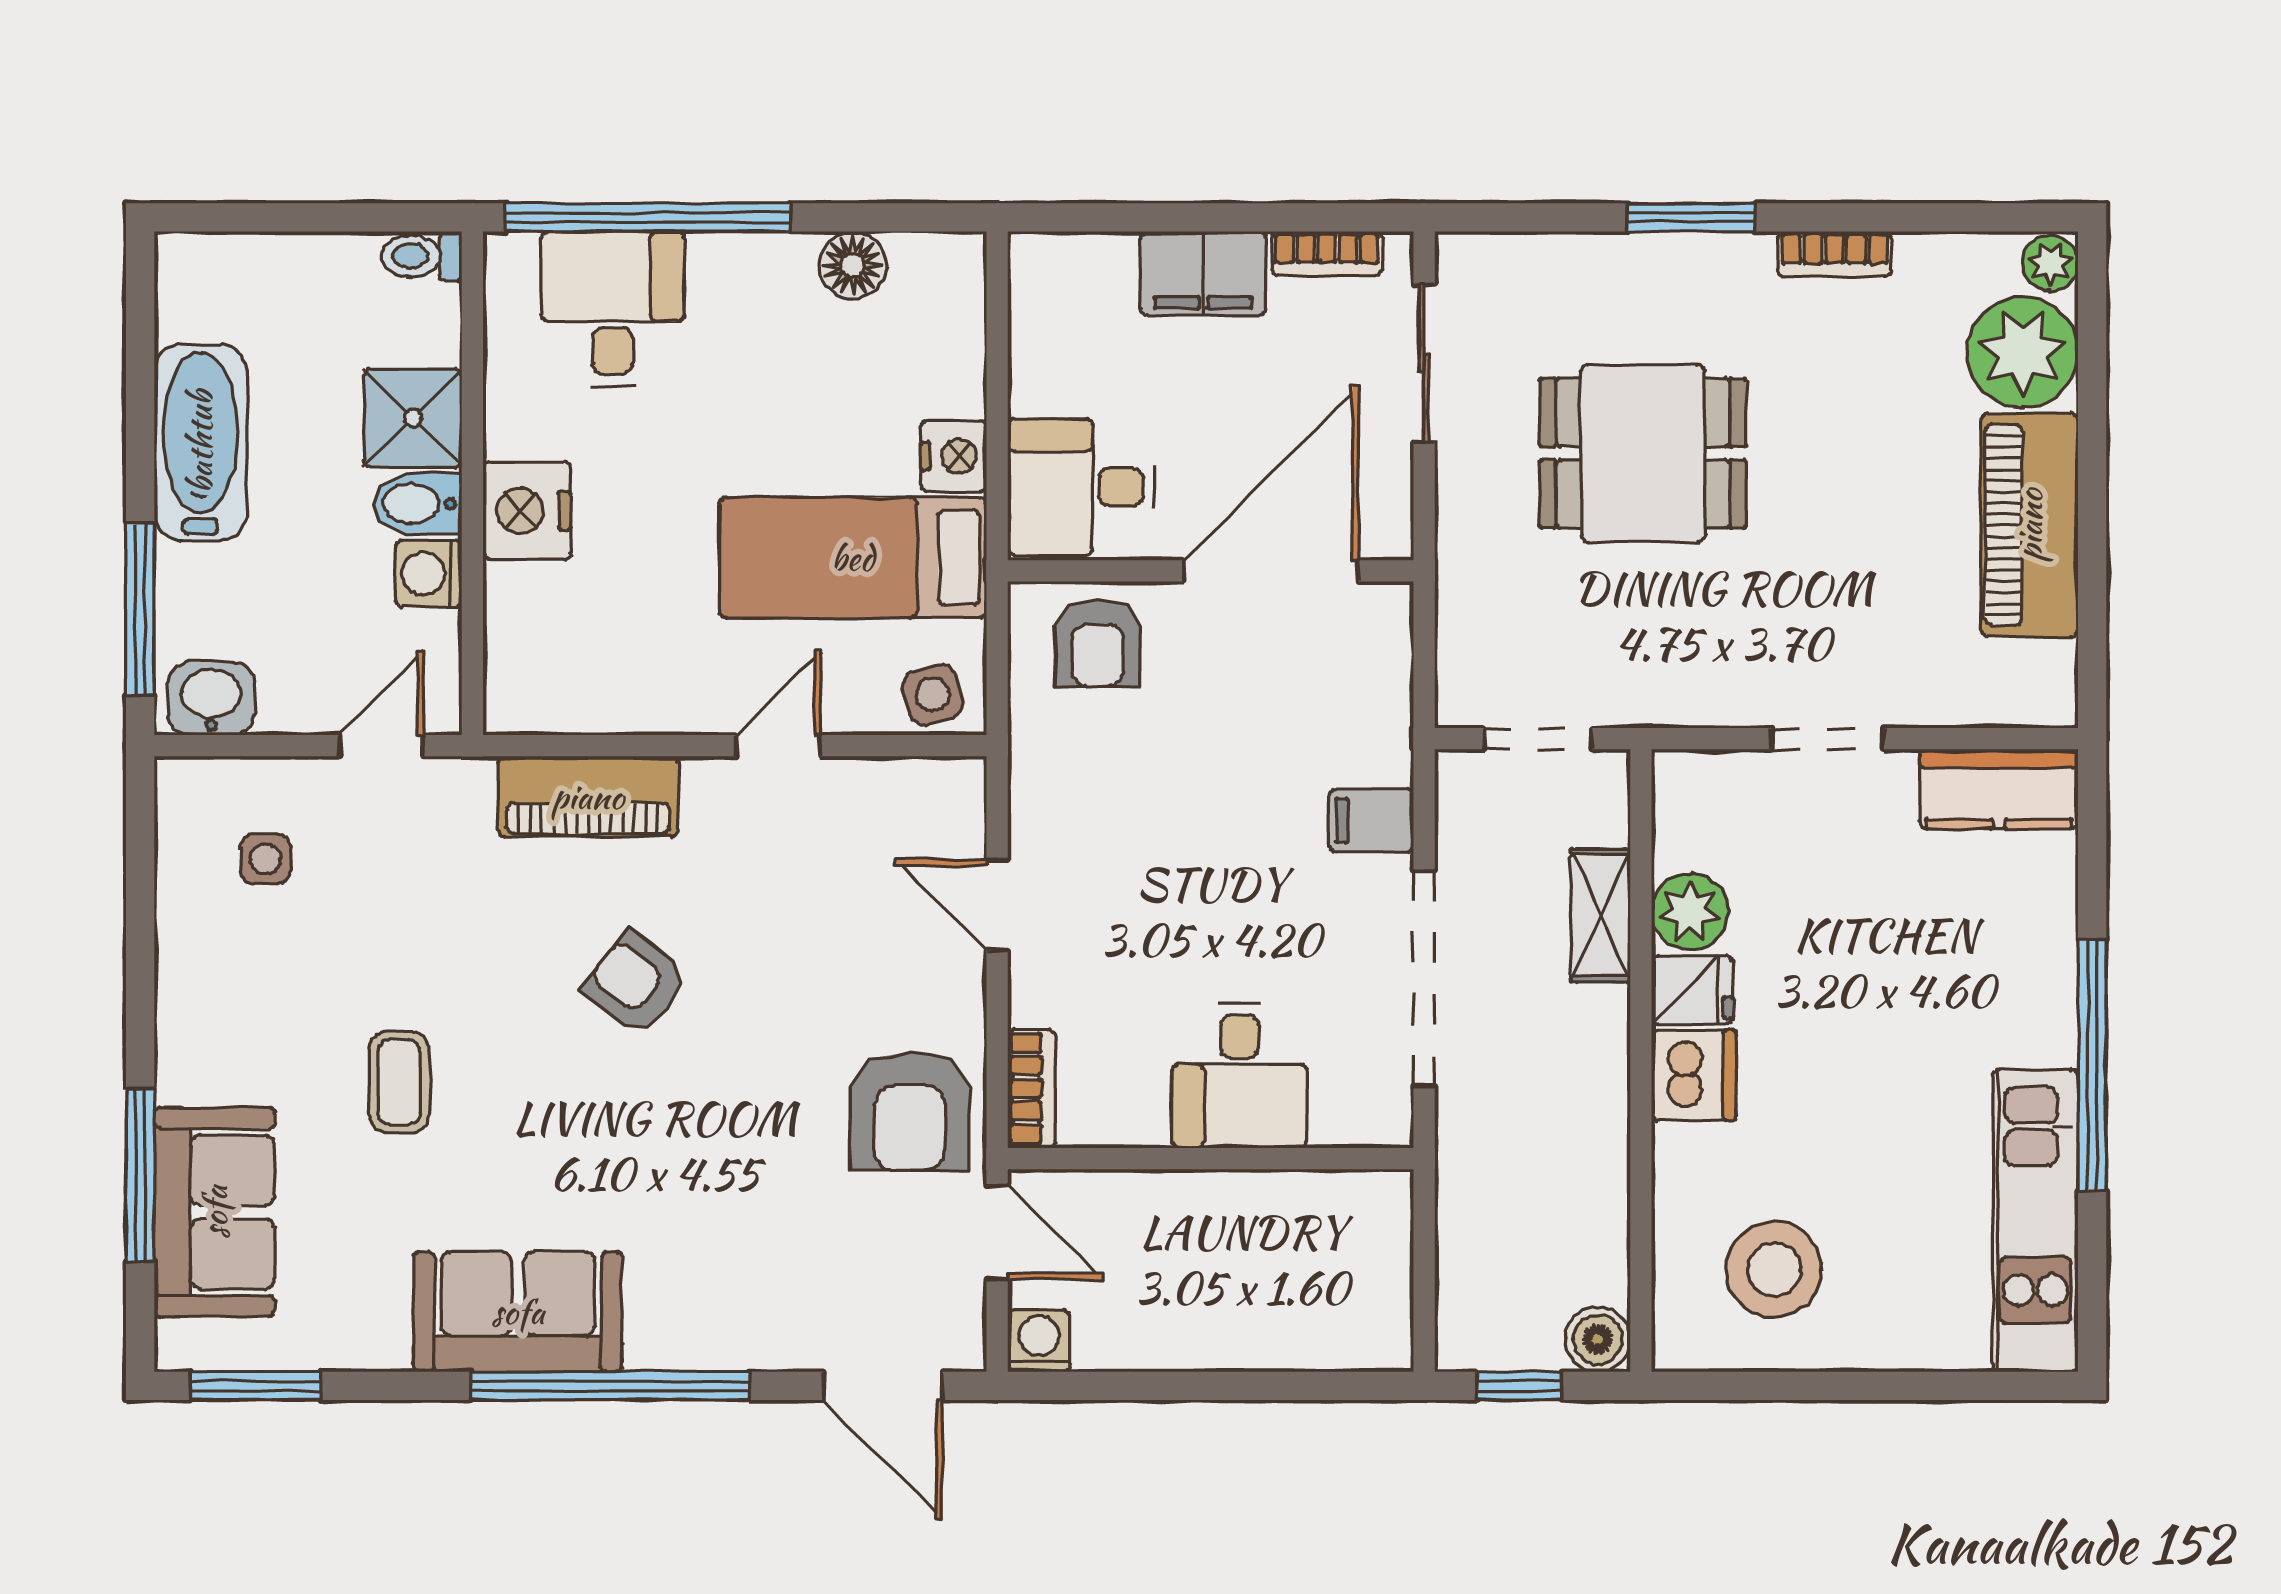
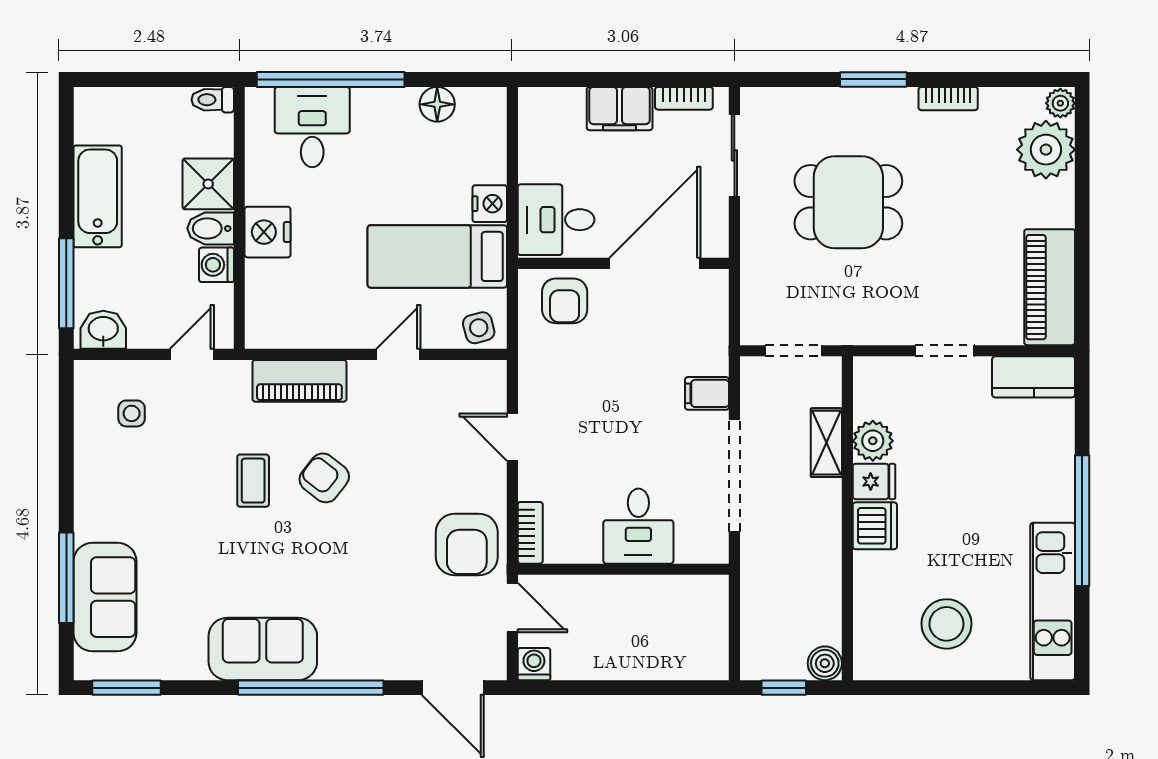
piano: (2030, 525) -> (1050, 287), moved
coffee table: (399, 1082) -> (253, 481), moved
stool: (1774, 1269) -> (946, 624), moved

